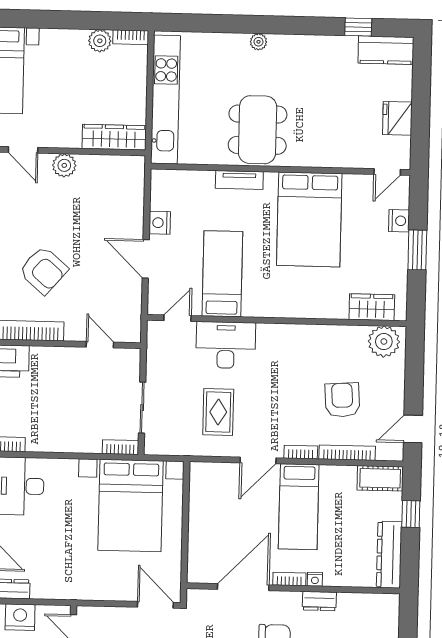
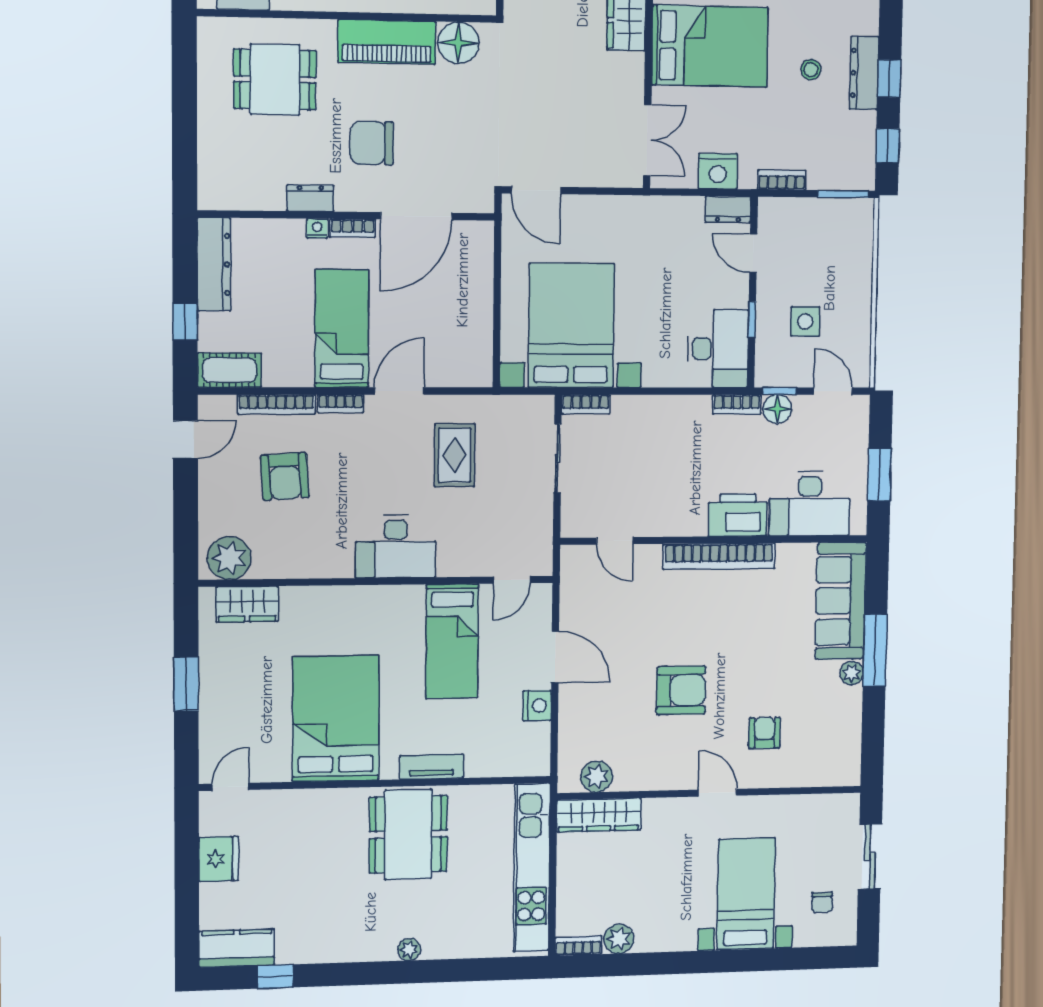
plant: (64, 165) -> (597, 777), moved
nightstand: (399, 221) -> (213, 722), removed
armchair: (43, 270) -> (681, 690), moved, turned 139
desk: (226, 345) -> (396, 546), moved

